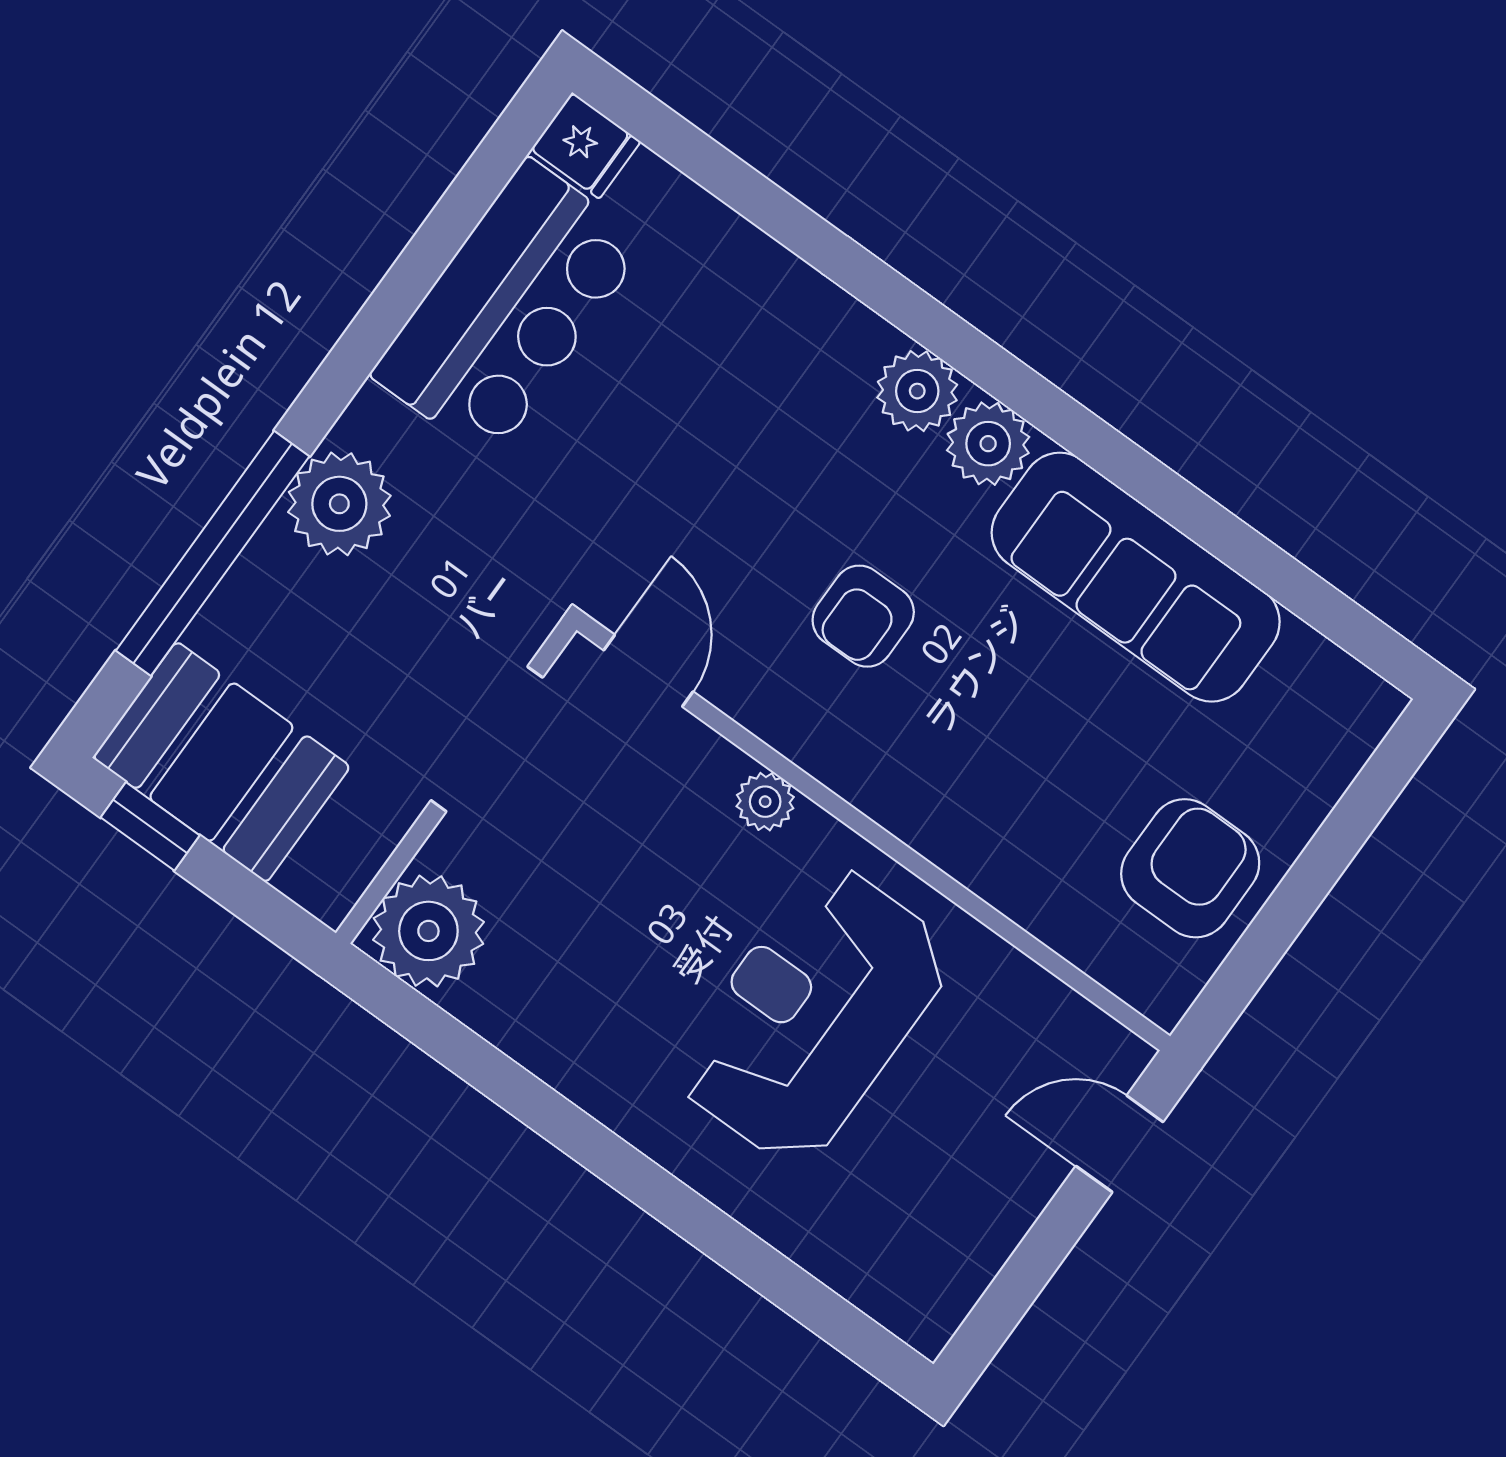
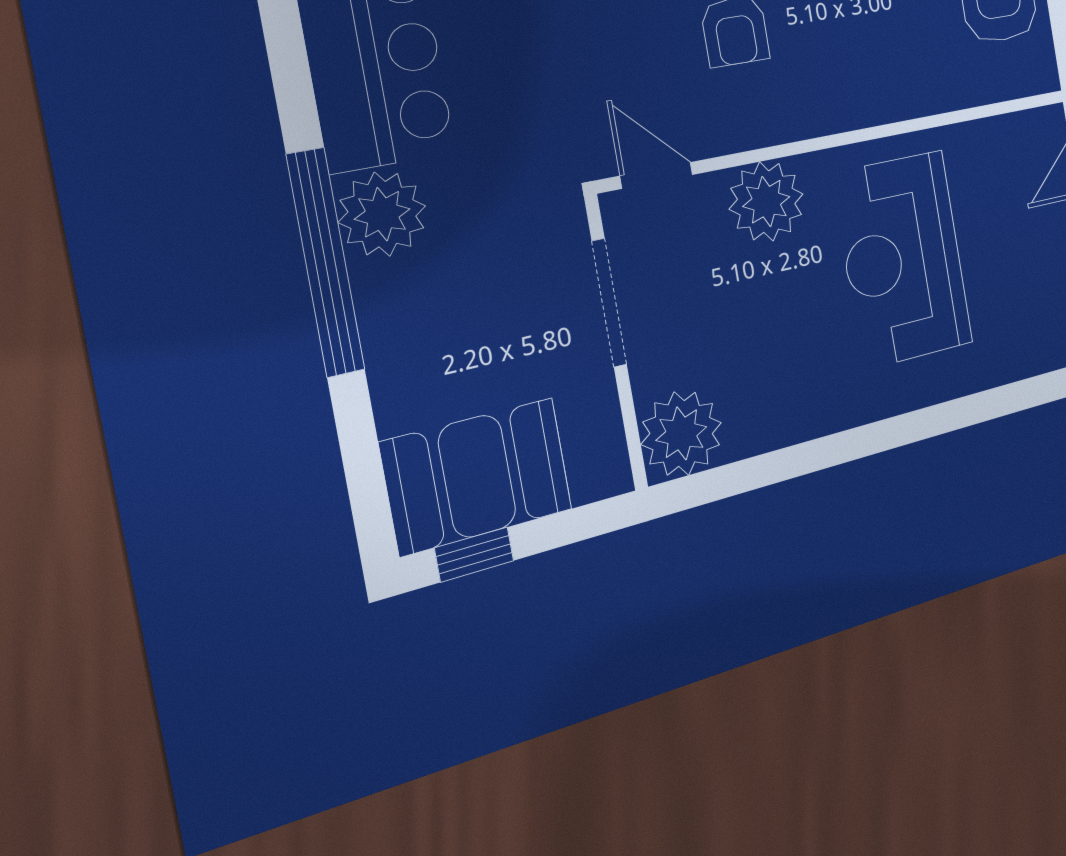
plant: (339, 504) -> (382, 214), moved
window: (213, 553) -> (326, 262), moved
plant: (765, 802) -> (766, 202), width x1.88, depth x1.88

